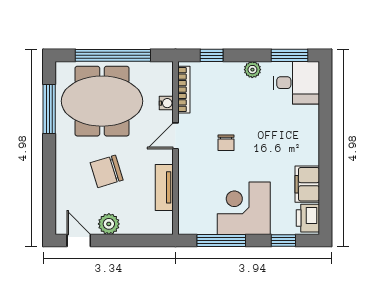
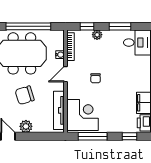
window: (289, 55) -> (120, 26), moved
plant: (252, 70) -> (97, 35), moved
tv unit: (164, 187) -> (59, 110), width x1.41
corner desk: (244, 208) -> (83, 115), moved, turned 90

